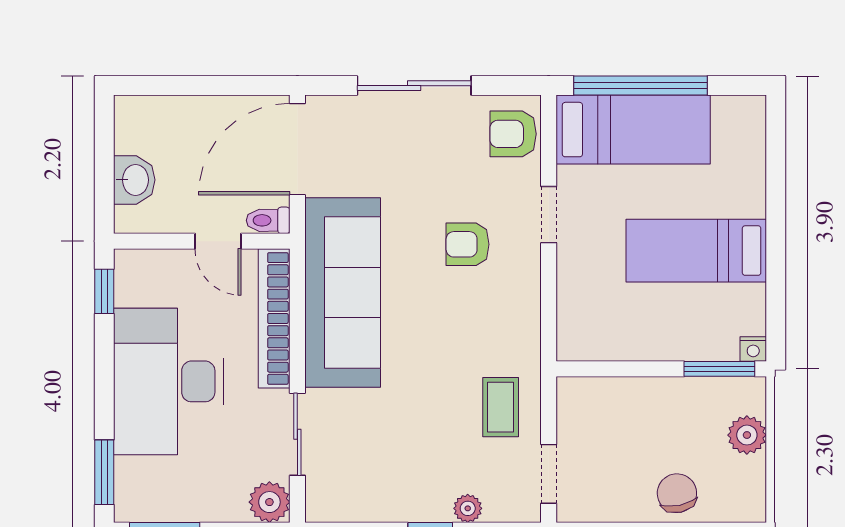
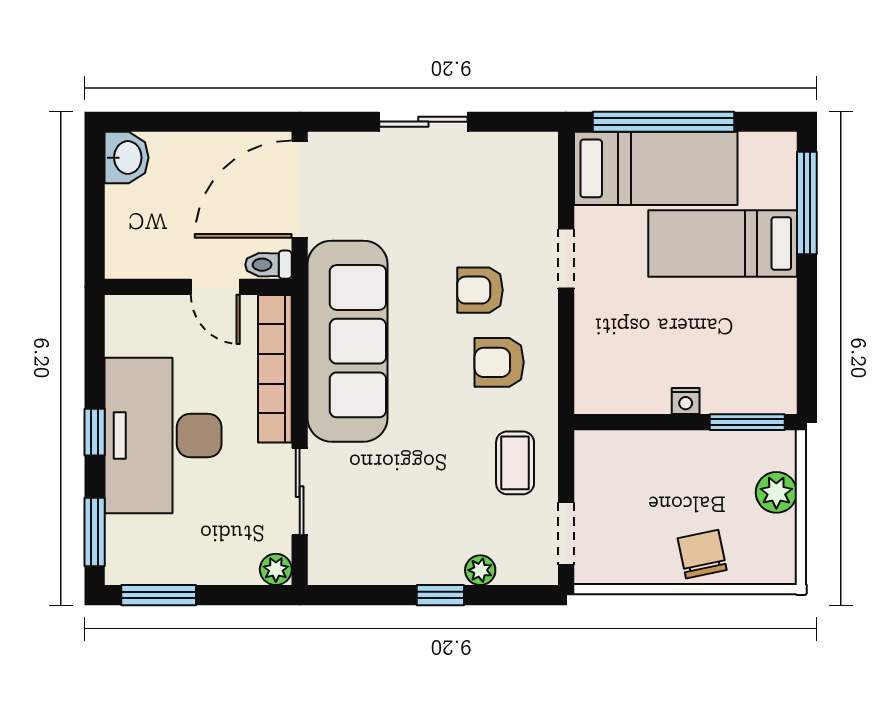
sliding door: (414, 86) -> (423, 122), width x0.73
armchair: (513, 134) -> (499, 362), moved
window: (776, 162) -> (807, 203), added
washbasin: (134, 180) -> (126, 158), moved
bed: (696, 251) -> (723, 243), moved
window: (104, 291) -> (95, 432), moved
nightstand: (753, 349) -> (686, 401), moved
plant: (269, 502) -> (276, 569), width x0.73, depth x0.73

